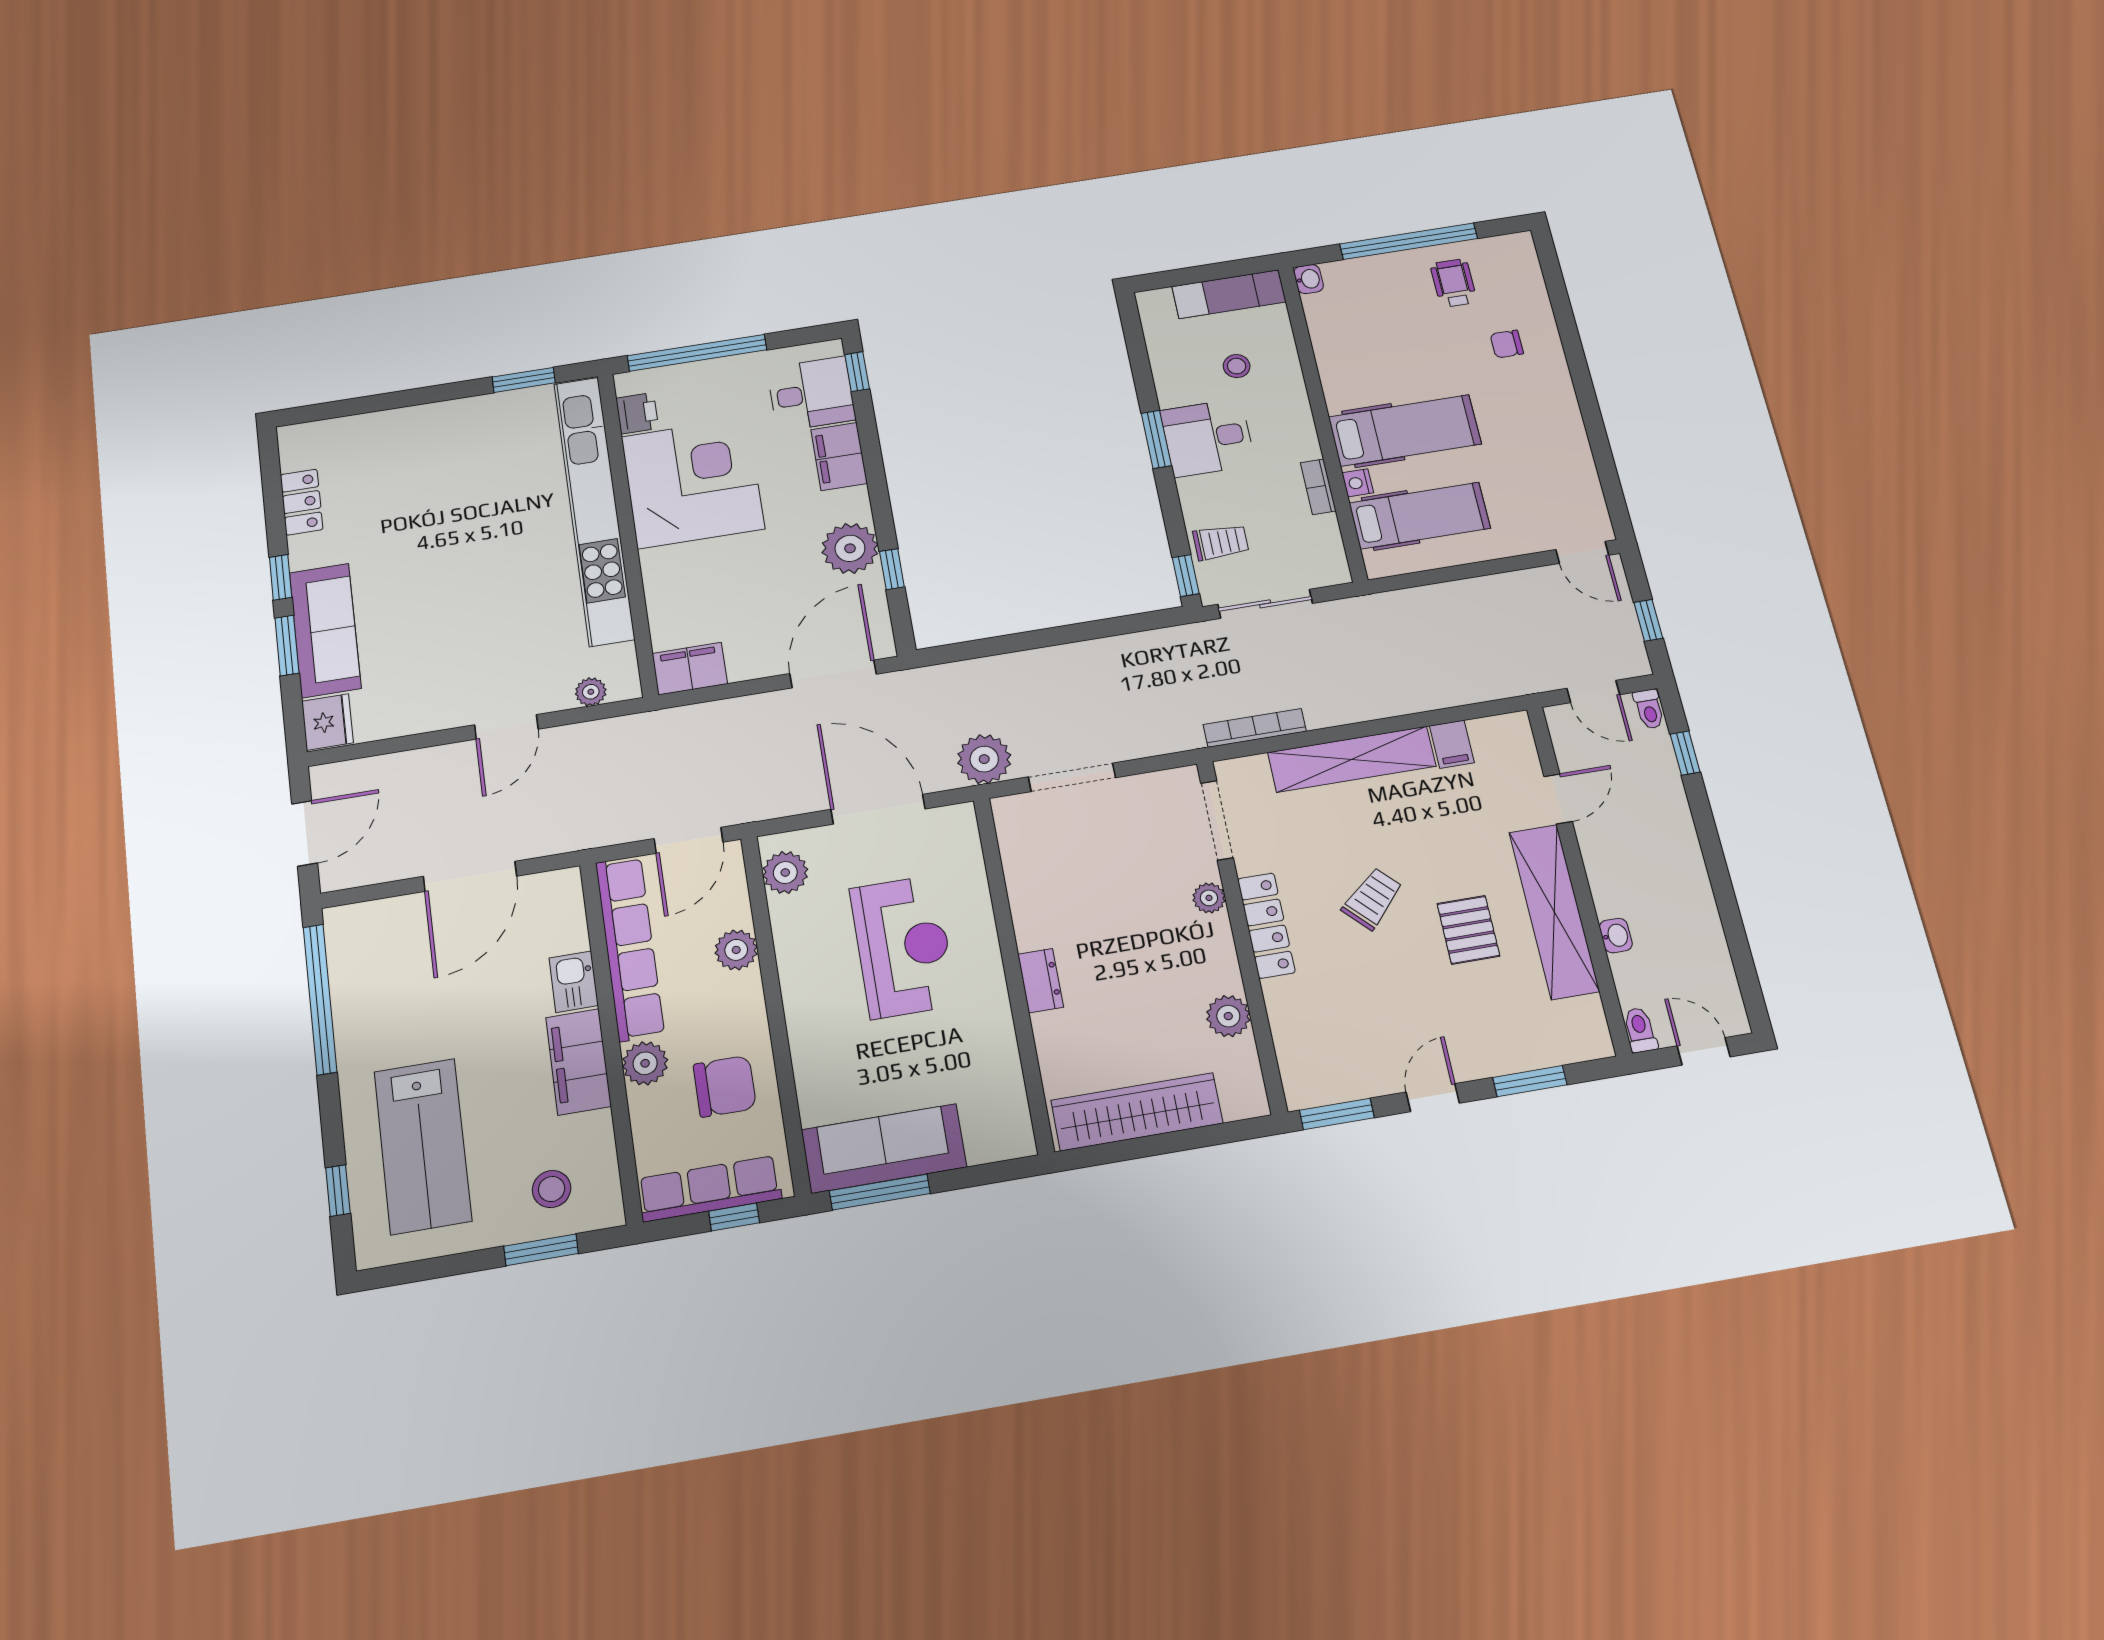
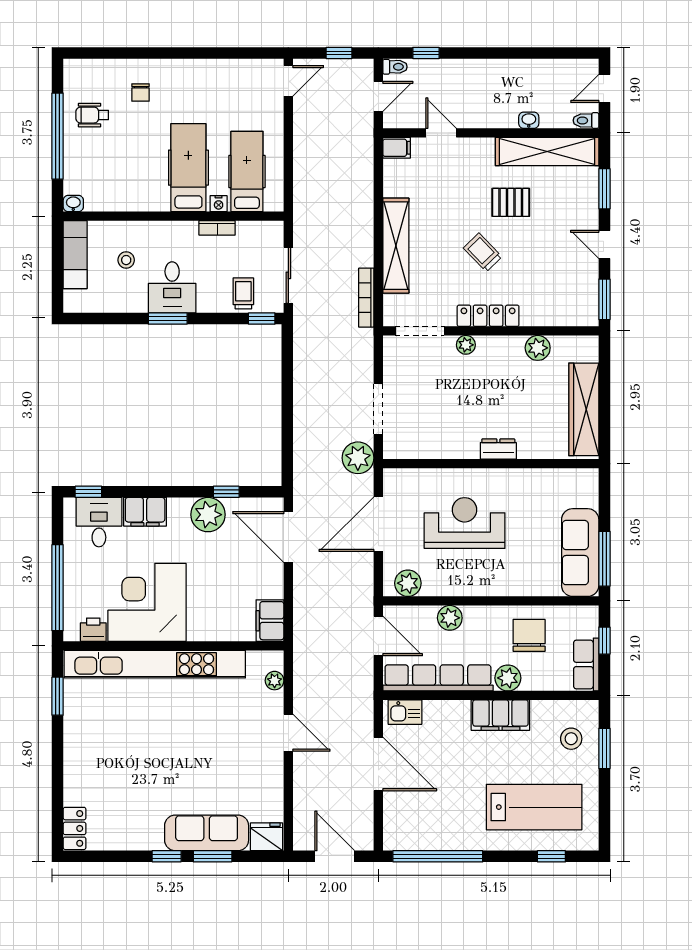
locker: (302, 502) -> (75, 828), moved, turned 90
filing cabinet: (1452, 744) -> (397, 148), moved
shelving: (1554, 911) -> (547, 151), moved
kitchen sink: (574, 982) -> (405, 712), moved
row of seats: (709, 1189) -> (586, 664), width x0.68

